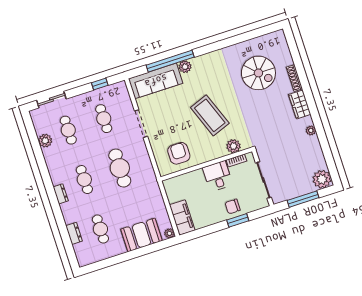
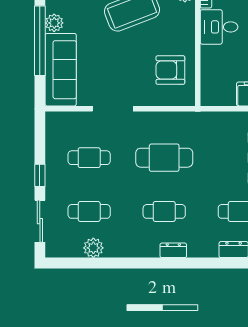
window: (100, 84) -> (40, 175), moved

